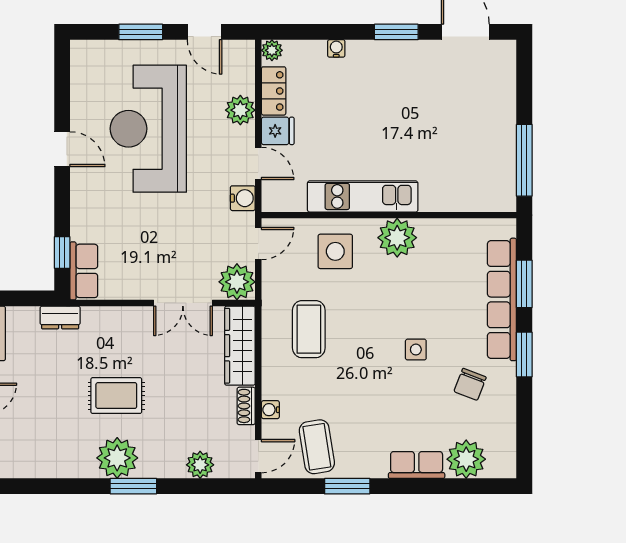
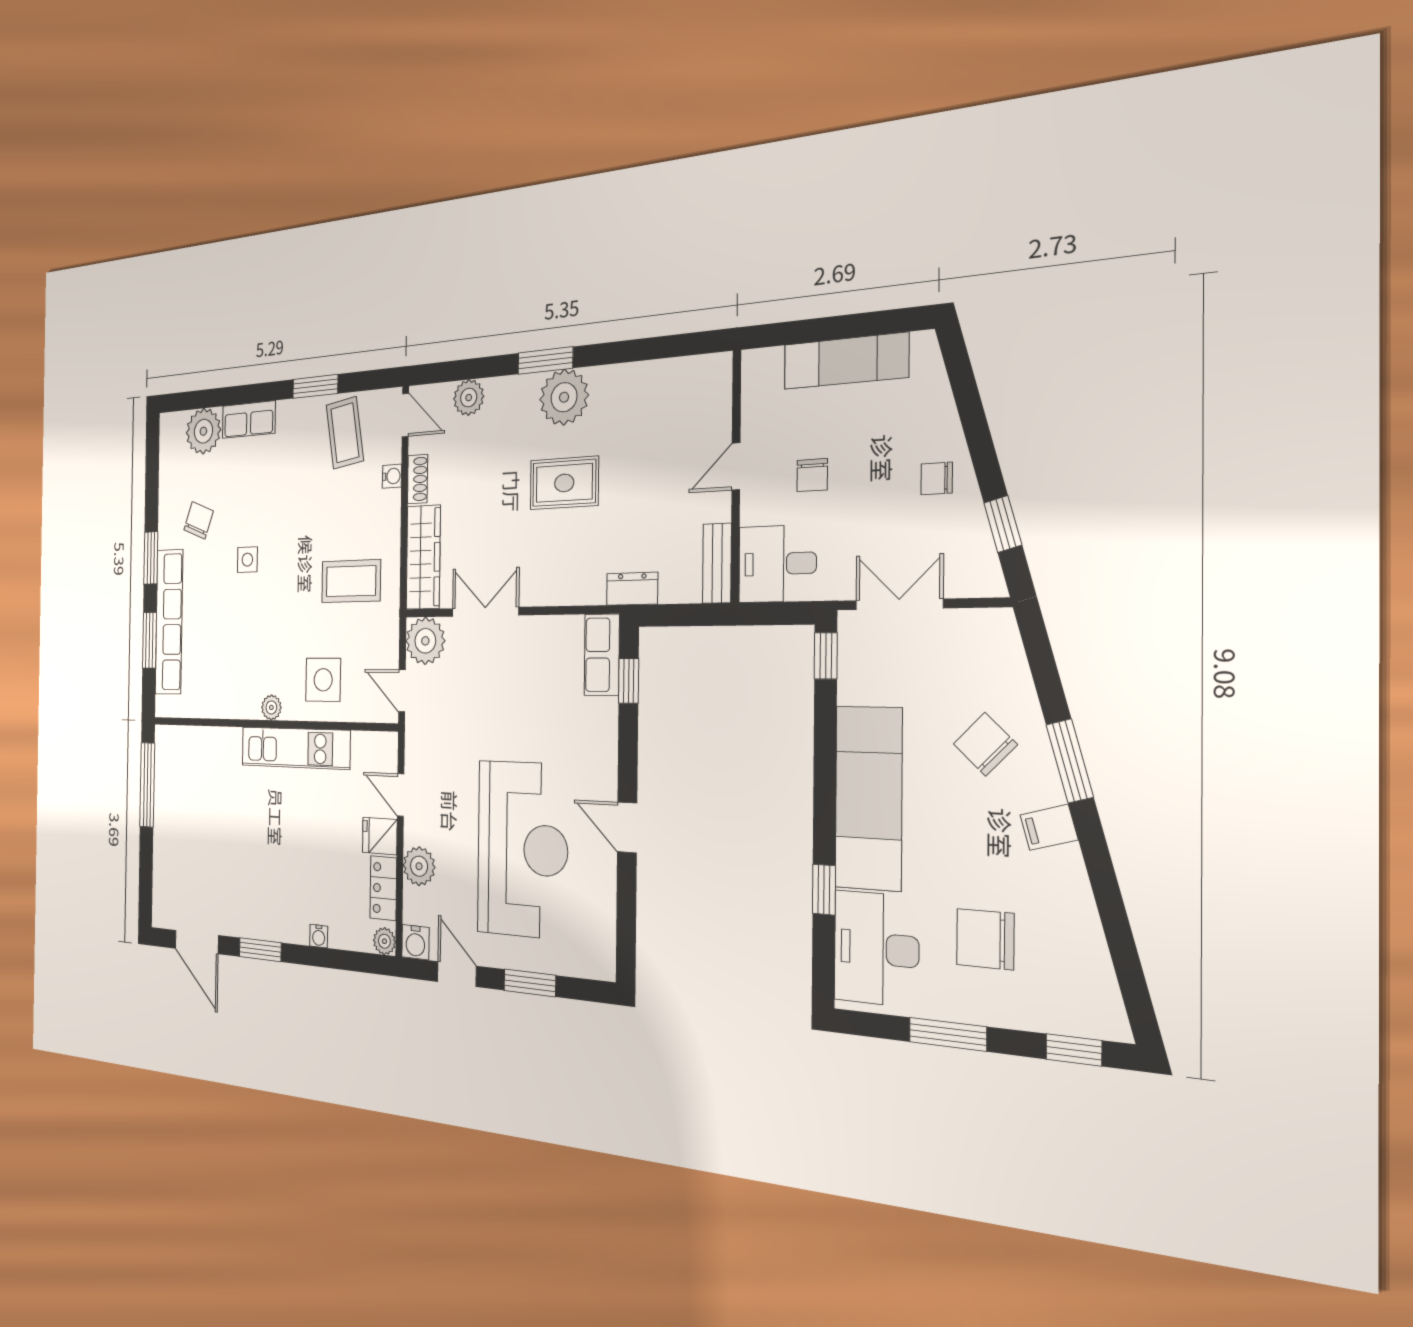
water cooler: (243, 198) -> (415, 942), moved, turned -90
plant: (397, 238) -> (271, 707), width x0.53, depth x0.53
door: (258, 244) -> (402, 691), hinge flipped
coffee table: (309, 329) -> (351, 581), turned 90
door: (258, 456) -> (405, 415), swing flipped

